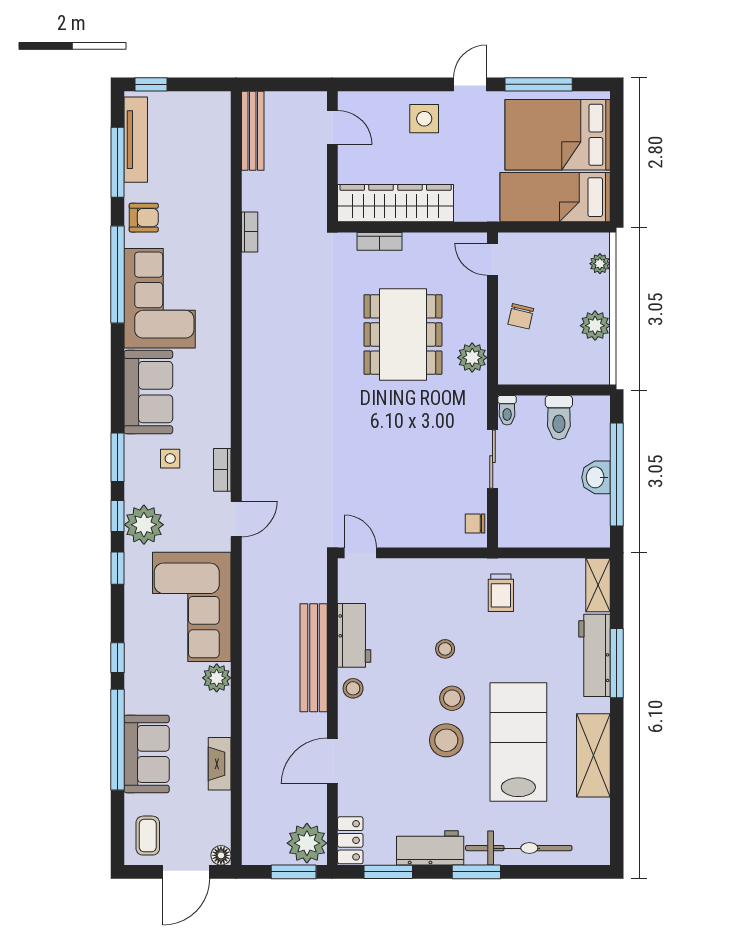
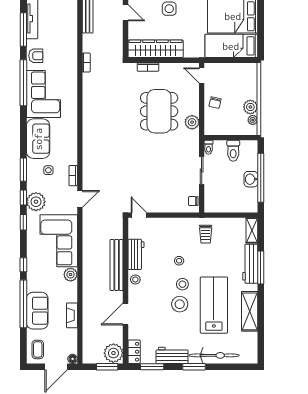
plant: (600, 264) -> (253, 120), moved

